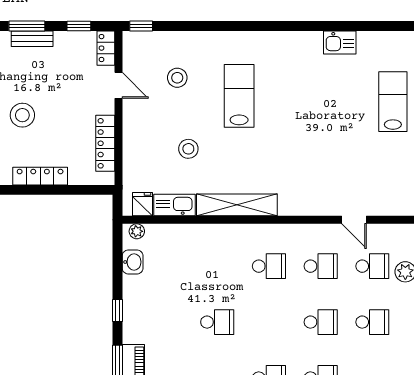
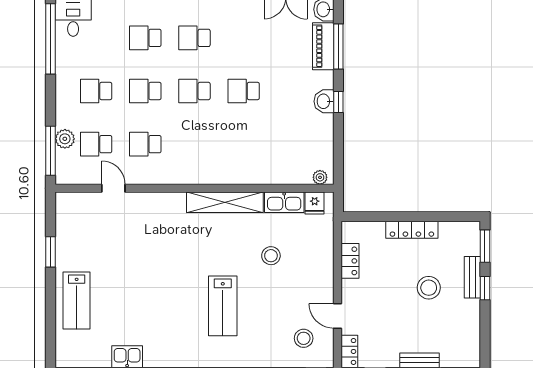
stool: (177, 78) -> (304, 338), moved
locker: (105, 143) -> (350, 261), width x0.66
washbasin: (133, 262) -> (324, 101), moved
school desk: (269, 266) -> (194, 91), moved

